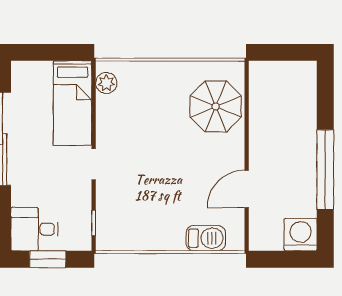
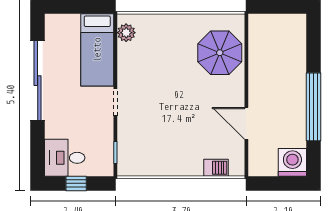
door: (247, 189) -> (246, 123), hinge flipped
barbecue: (206, 238) -> (216, 168), width x0.73, depth x0.79
window: (48, 259) -> (76, 183), width x0.67

